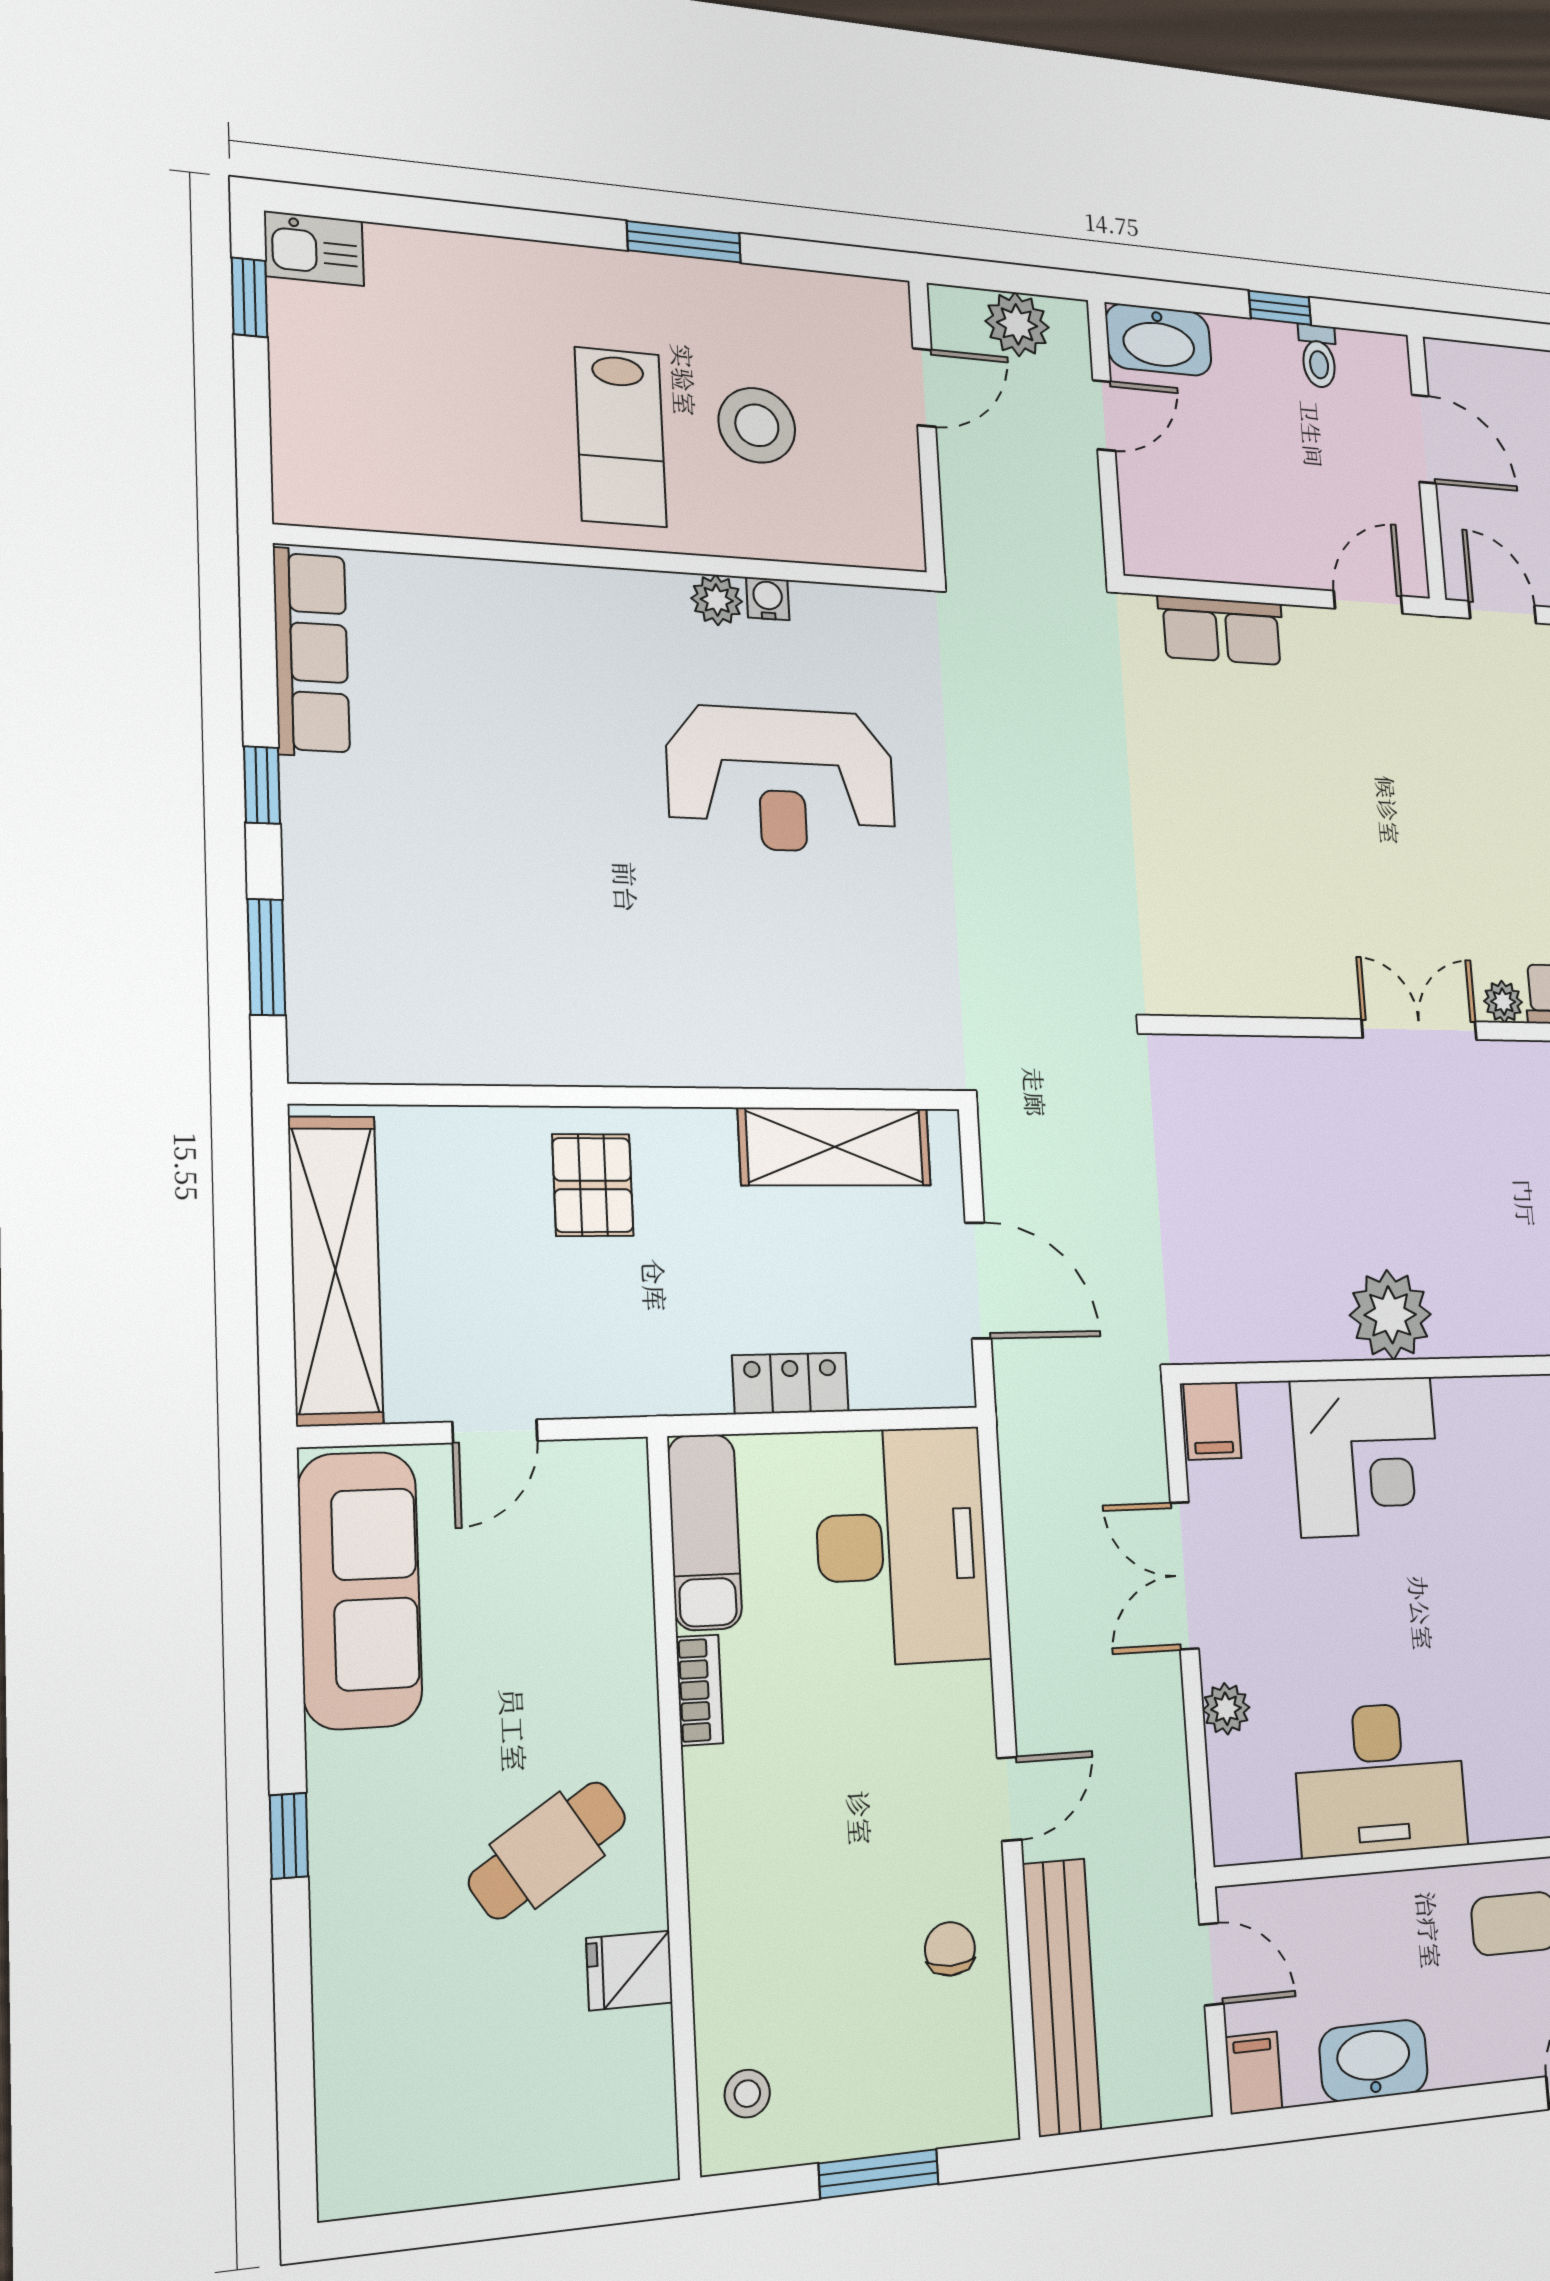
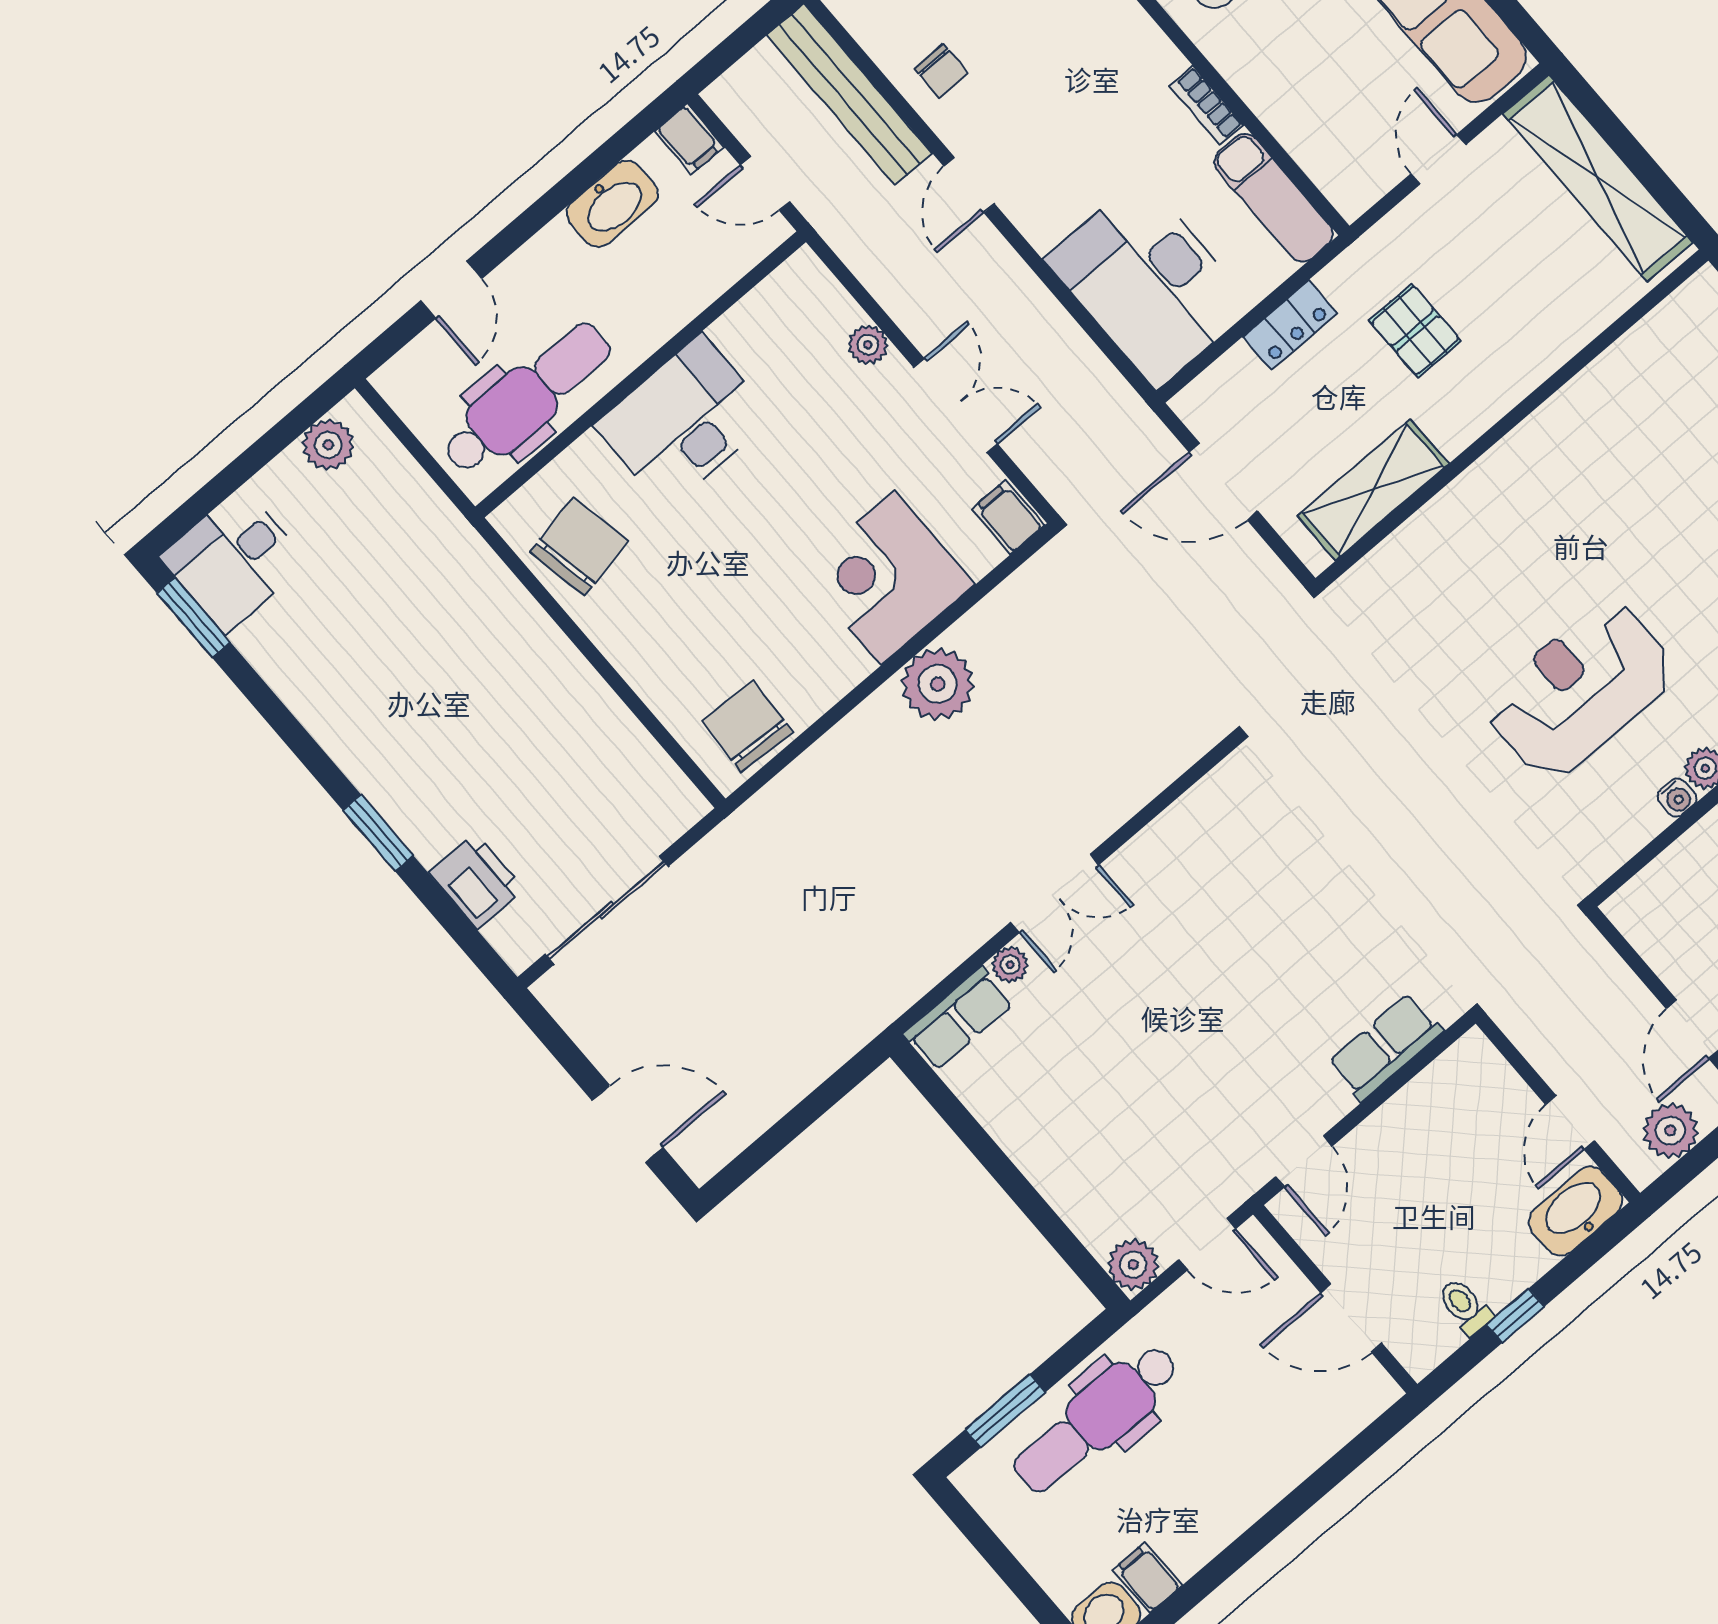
pallet: (593, 1185) -> (1415, 331), moved
desk: (1380, 1779) -> (684, 421), moved

